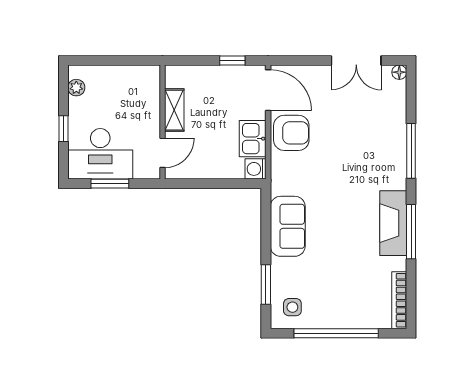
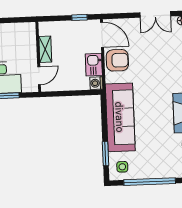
sofa: (288, 226) -> (120, 117), width x1.85, depth x1.27

